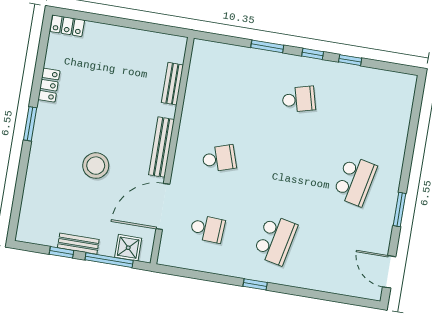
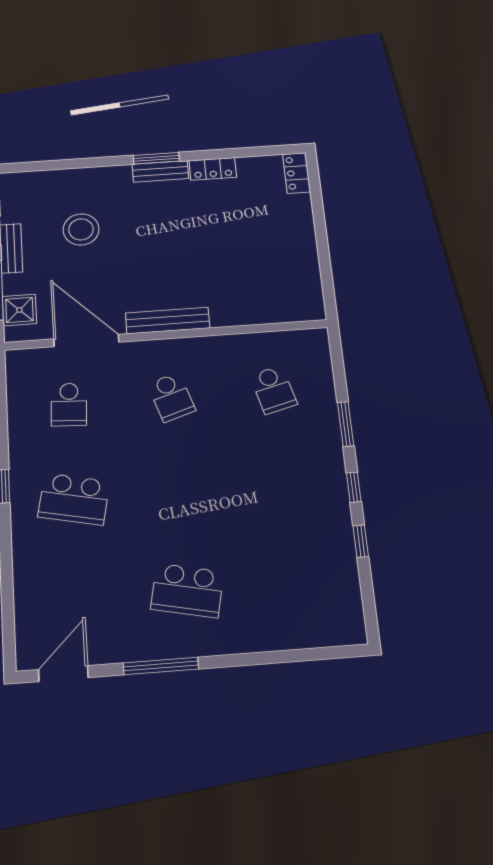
bench: (172, 84) -> (160, 171), moved
school desk: (299, 99) -> (273, 390), moved
stool: (96, 166) -> (81, 229), moved
window: (400, 210) -> (161, 666), width x1.44

